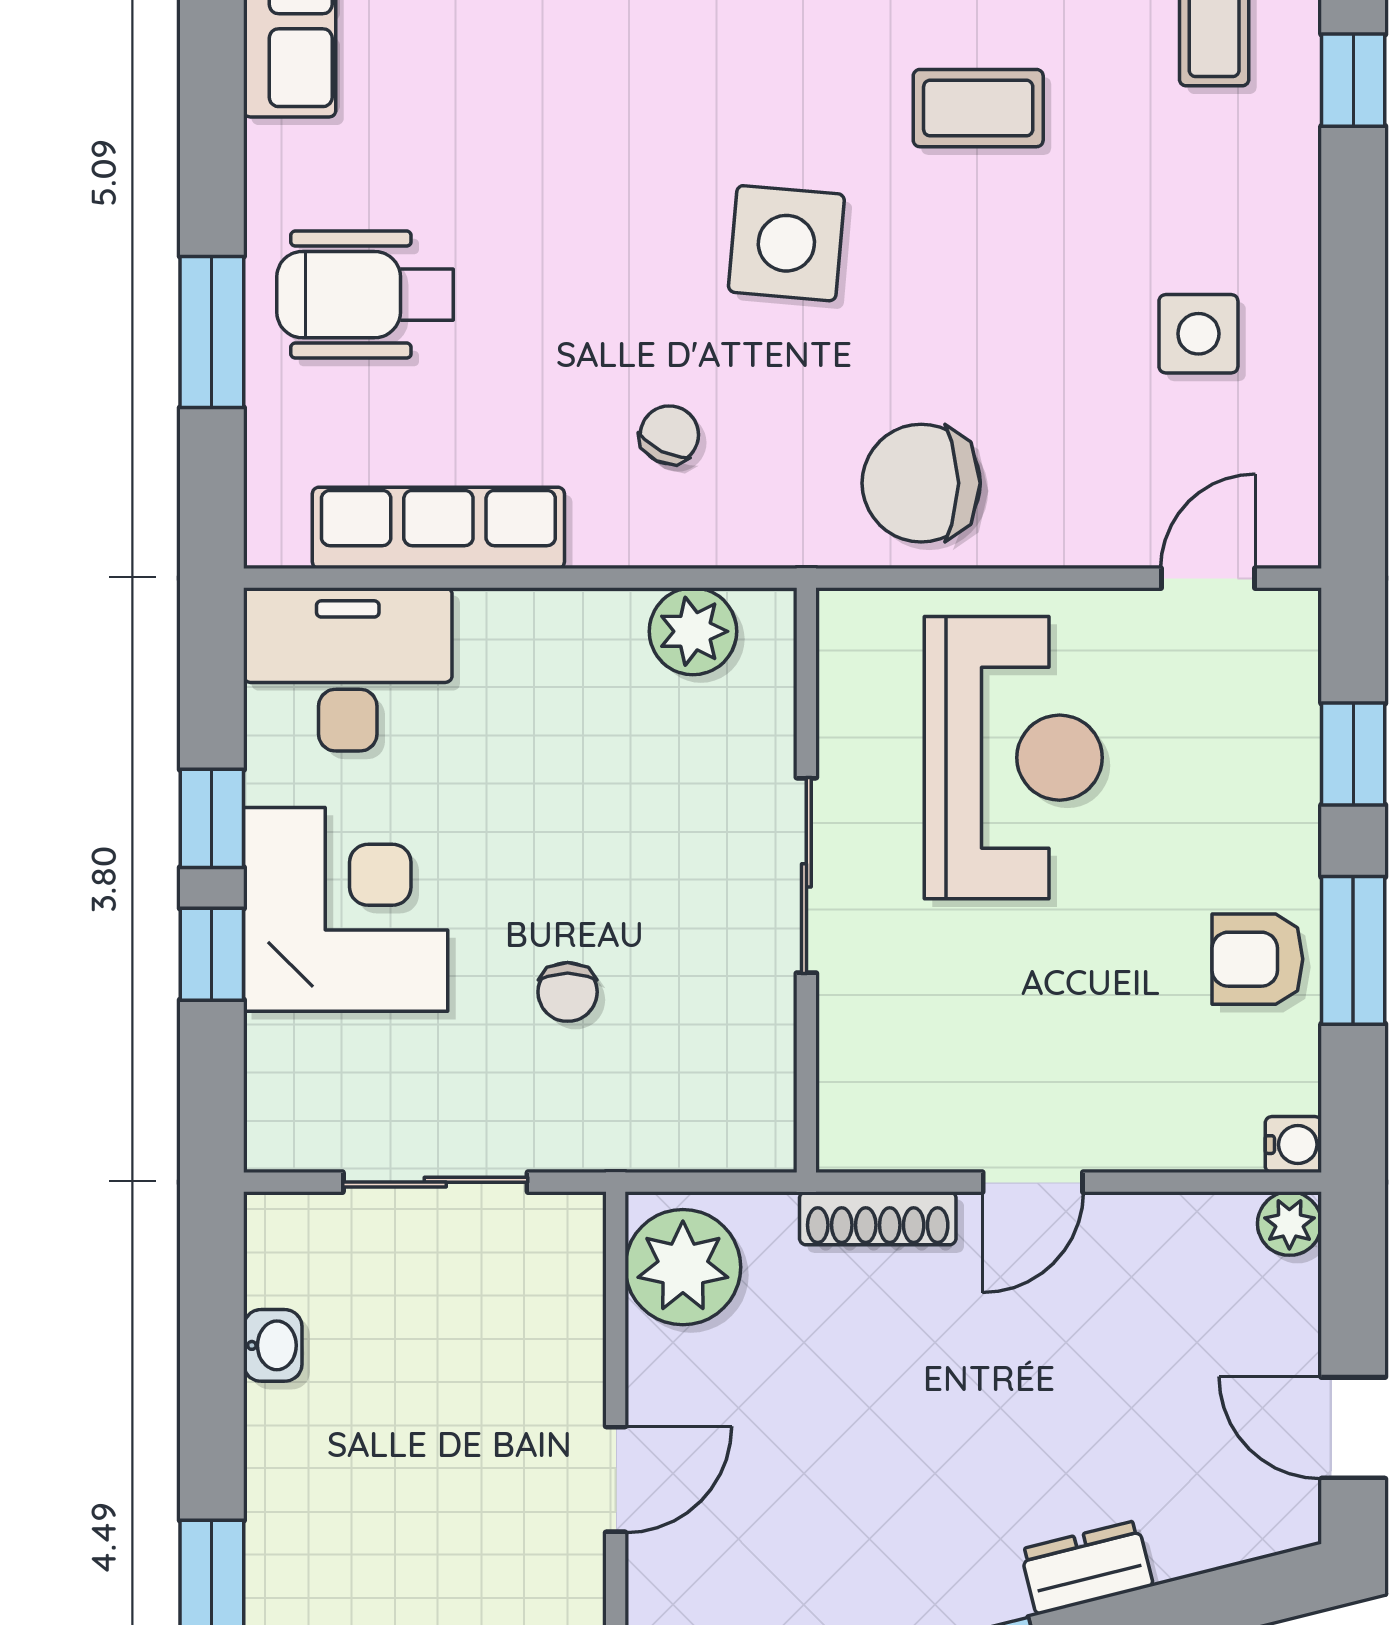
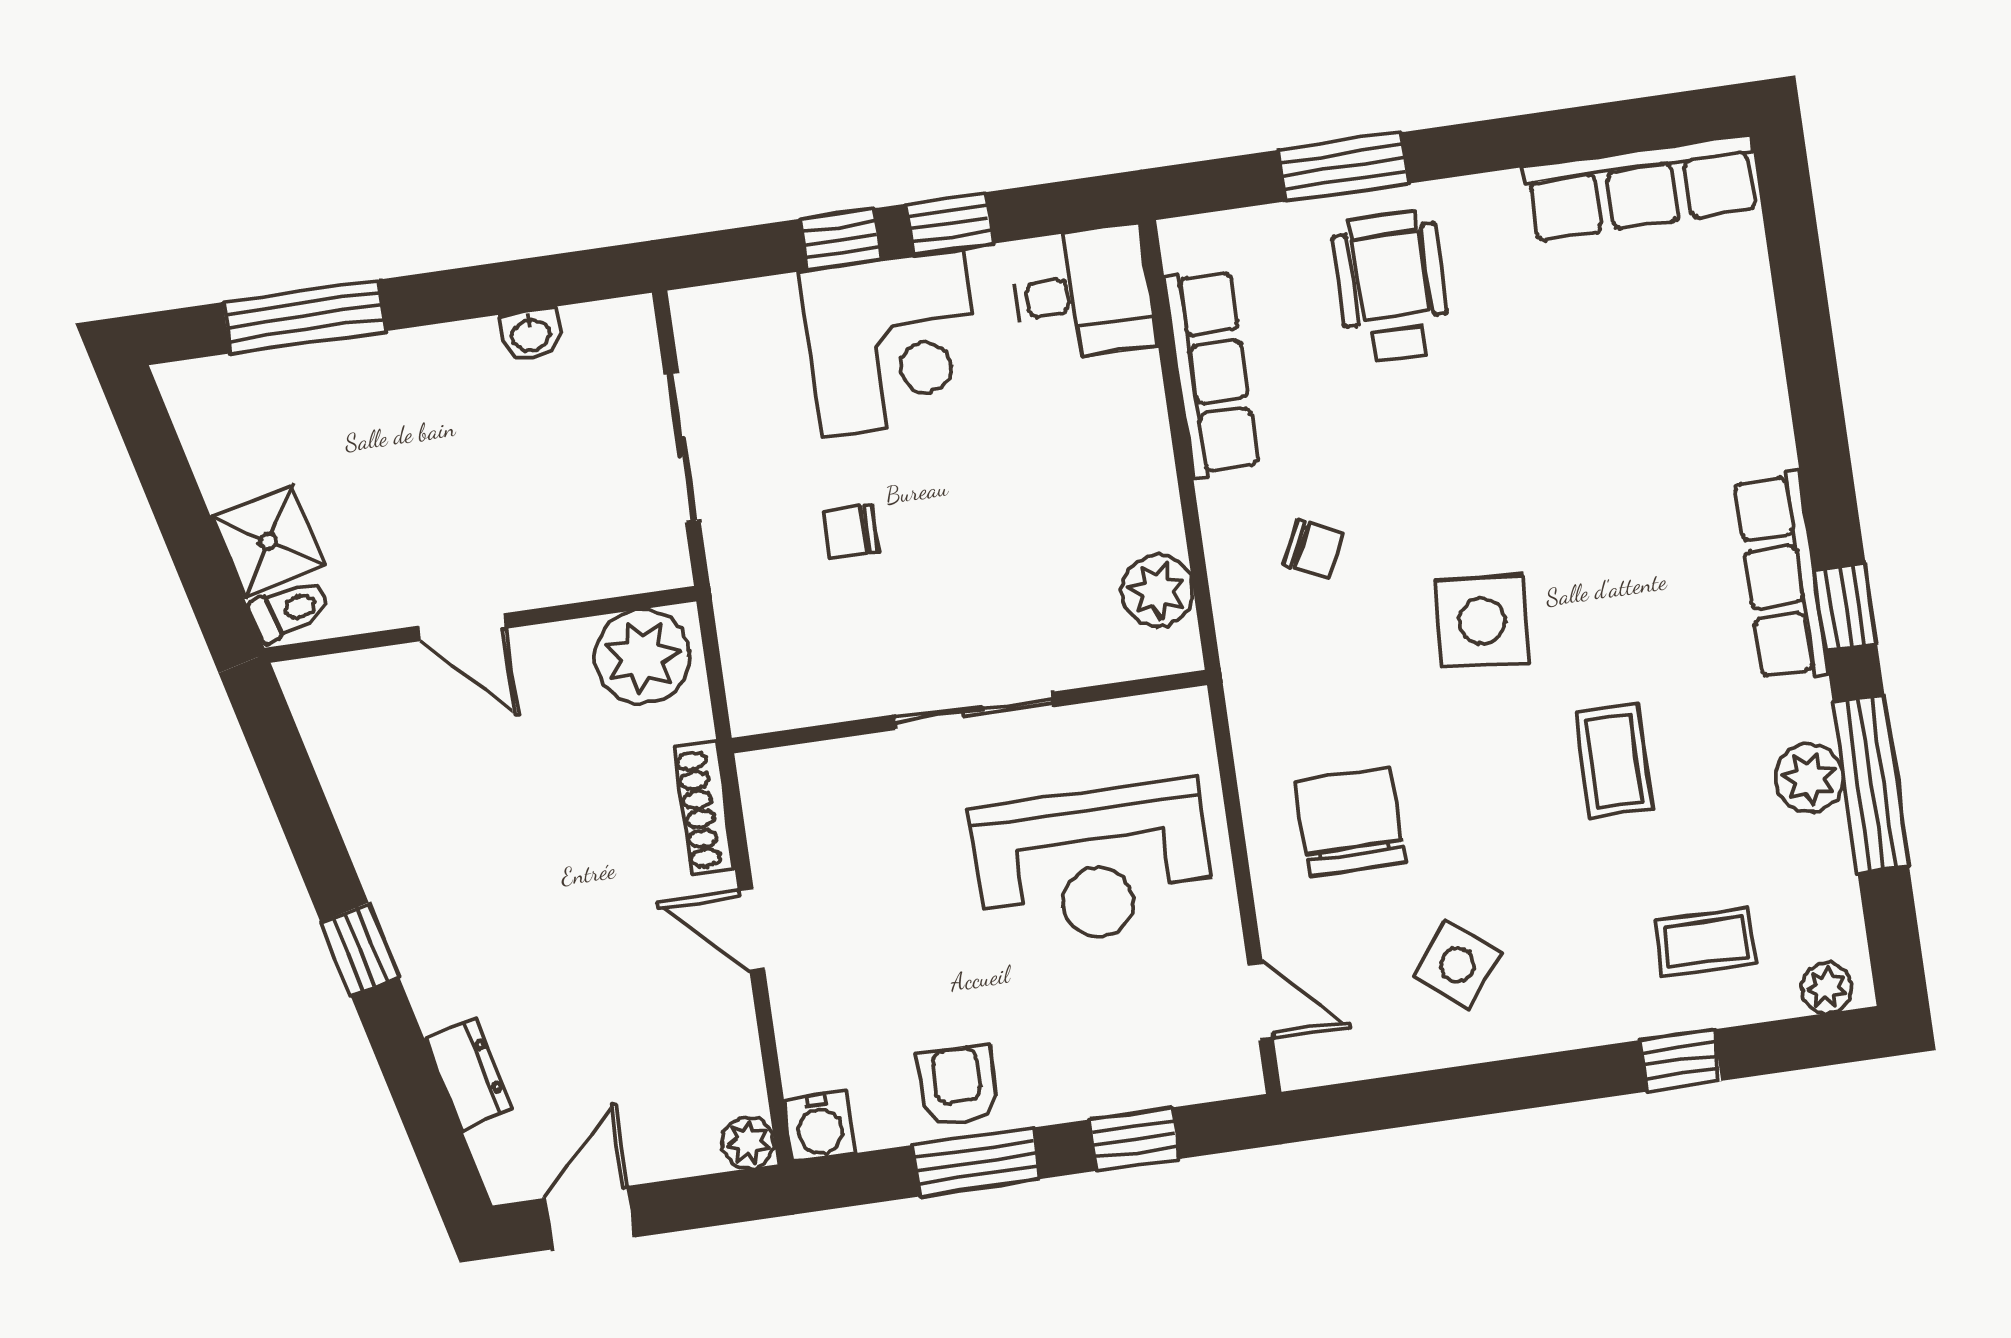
side table: (1198, 334) -> (1457, 965), turned 37
chair: (921, 483) -> (1350, 822), moved
desk: (348, 669) -> (1083, 293), width x0.73
water cooler: (1293, 1145) -> (820, 1126), width x1.38, depth x1.38
dresser: (1087, 1568) -> (469, 1074), moved

